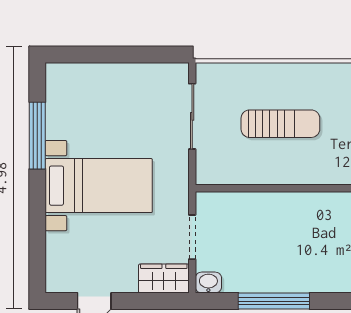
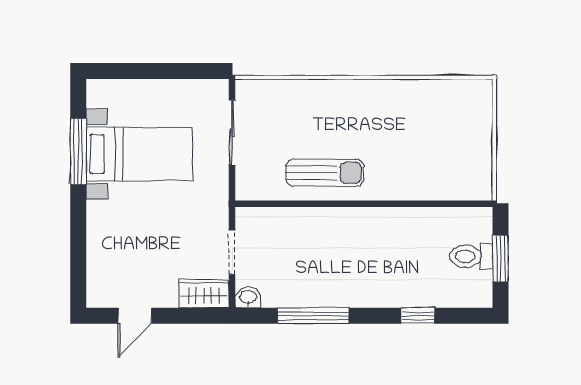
sun lounger: (280, 124) -> (325, 173), moved
bed with nightstands: (99, 186) -> (139, 154), moved

